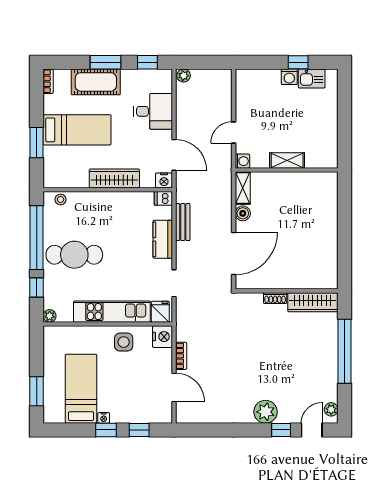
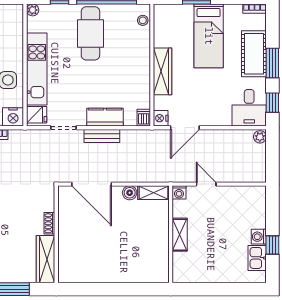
desk: (153, 111) -> (249, 108), moved
bench: (183, 222) -> (102, 136), moved

